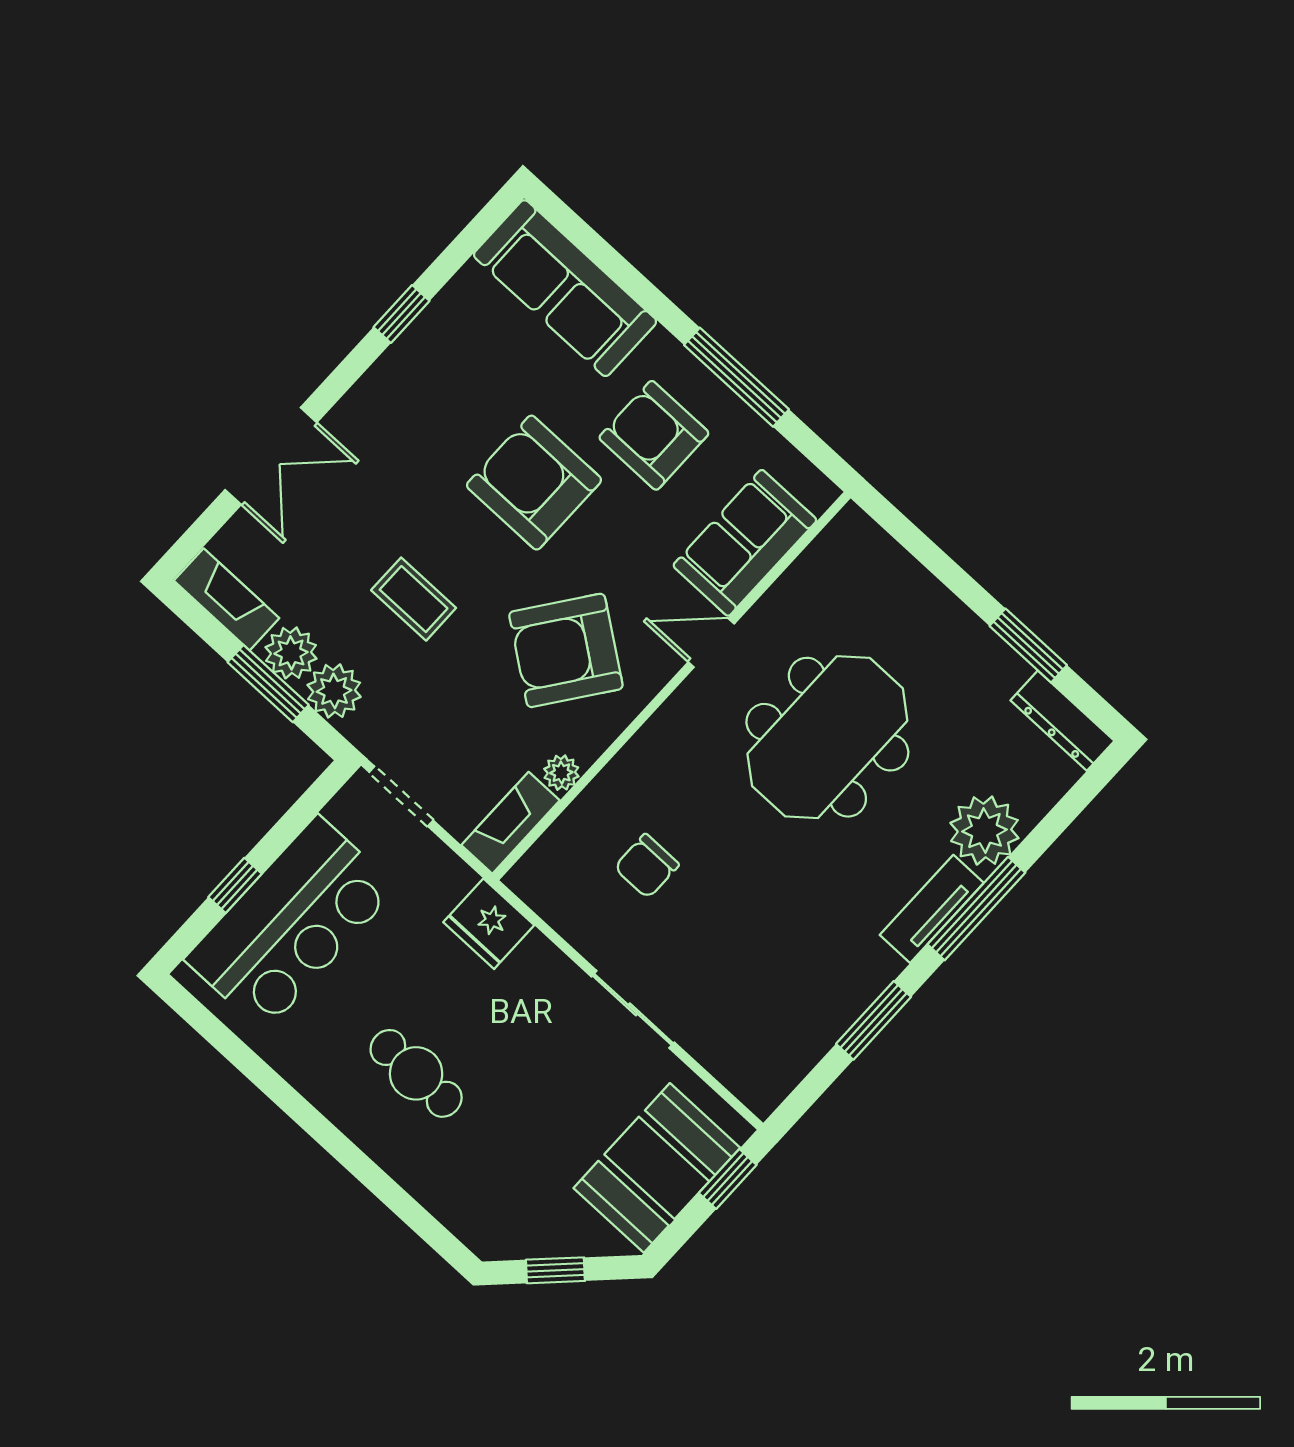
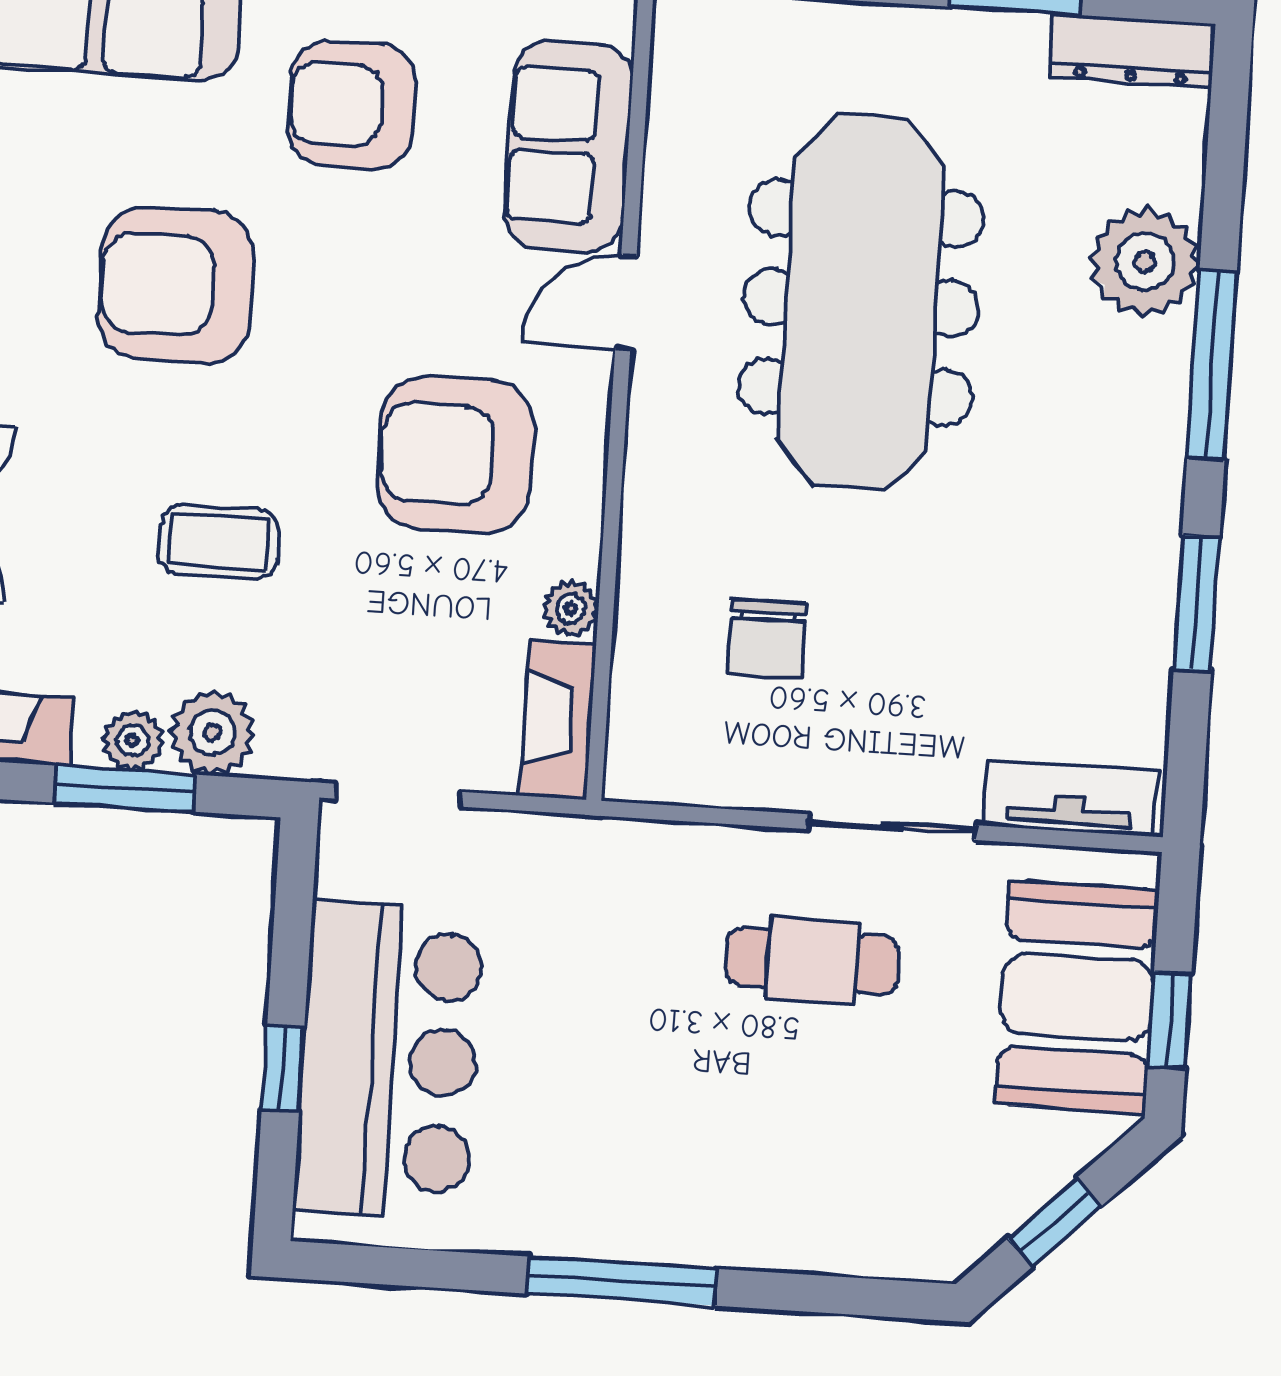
armchair: (534, 483) -> (176, 285), moved
armchair: (566, 650) -> (456, 454), turned 54
plant: (291, 653) -> (133, 741), width x0.73, depth x0.73
meeting table: (827, 737) -> (861, 303), width x1.36
tv unit: (932, 909) -> (1070, 798), moved, turned 90
fridge: (489, 924) -> (631, 865), removed
cafe table: (416, 1073) -> (812, 961), moved
window: (318, 1126) -> (622, 1281), added
window: (728, 1179) -> (1170, 1020), moved

